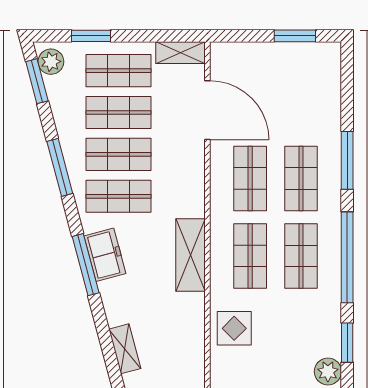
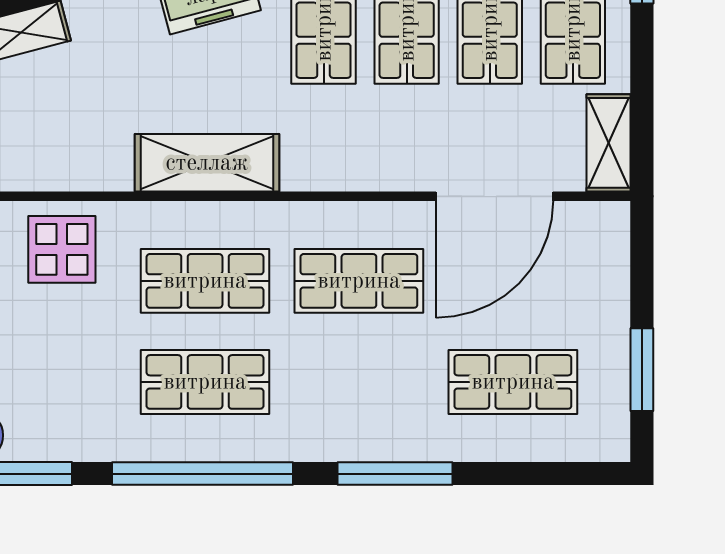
shop shelf: (301, 178) -> (513, 382), moved

